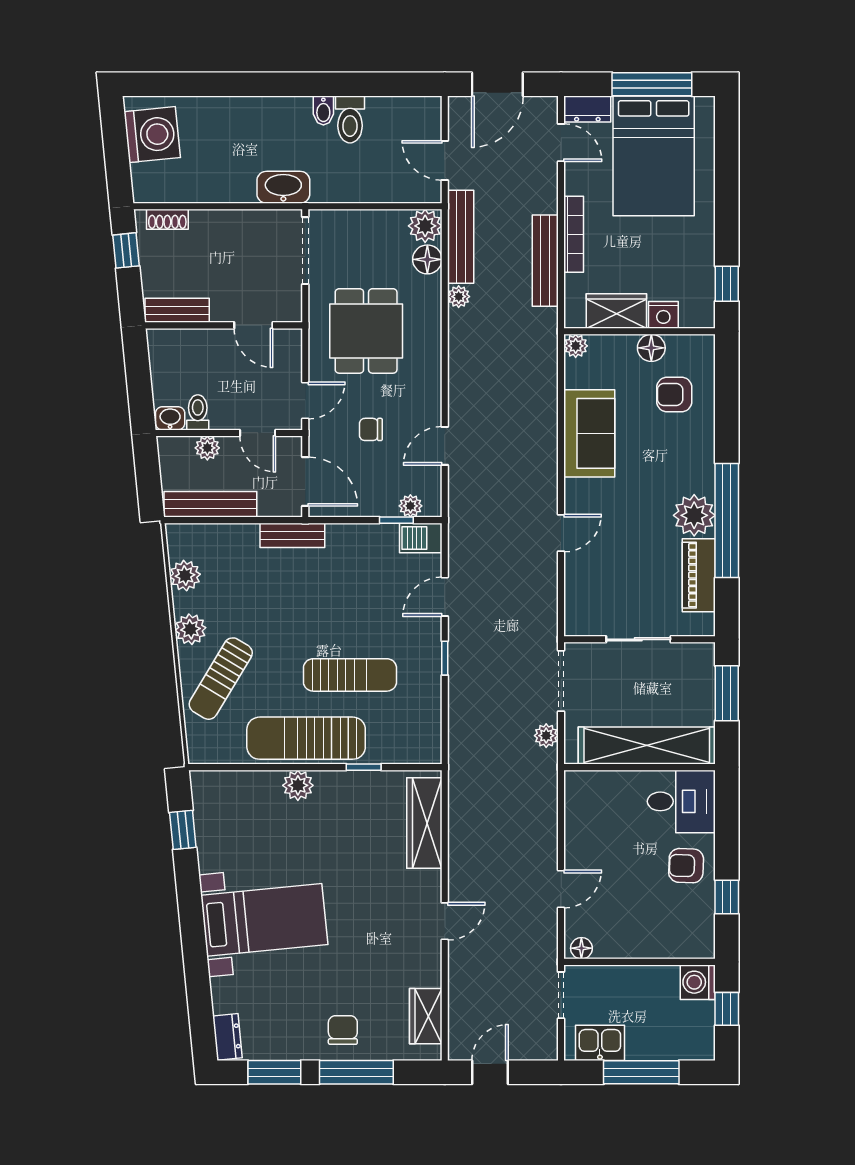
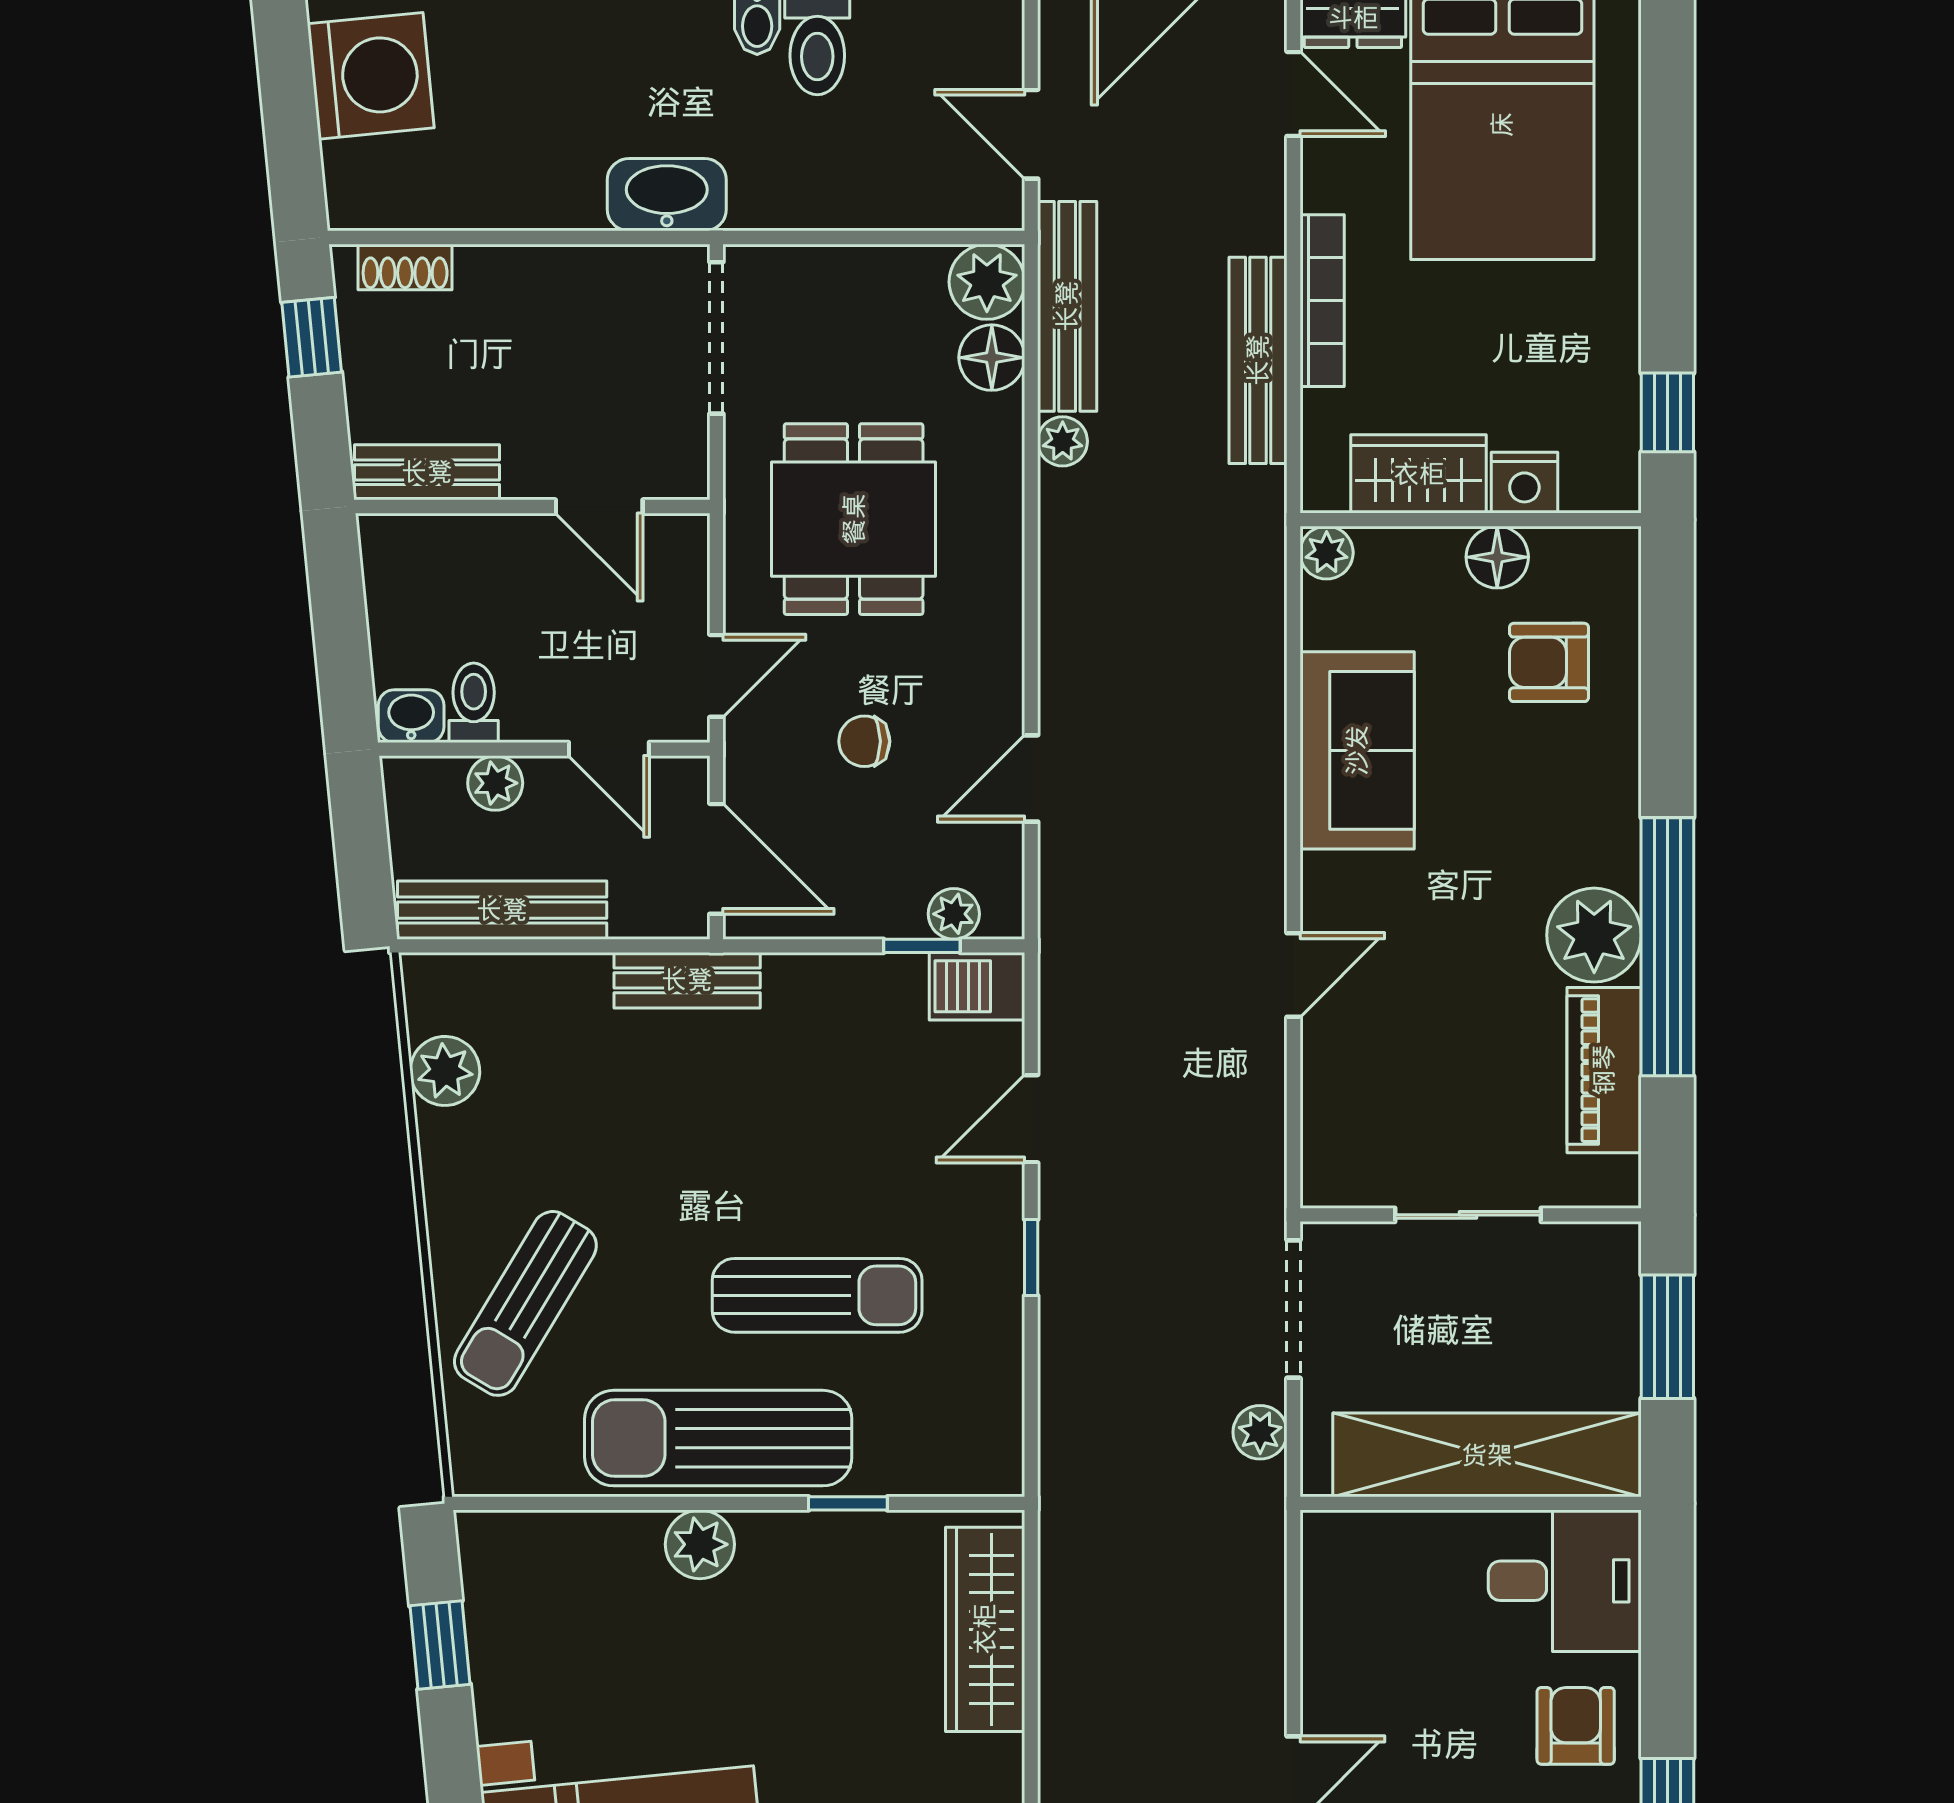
plant: (190, 629) -> (457, 1192), removed
armchair: (686, 866) -> (1576, 1726), turned 88

